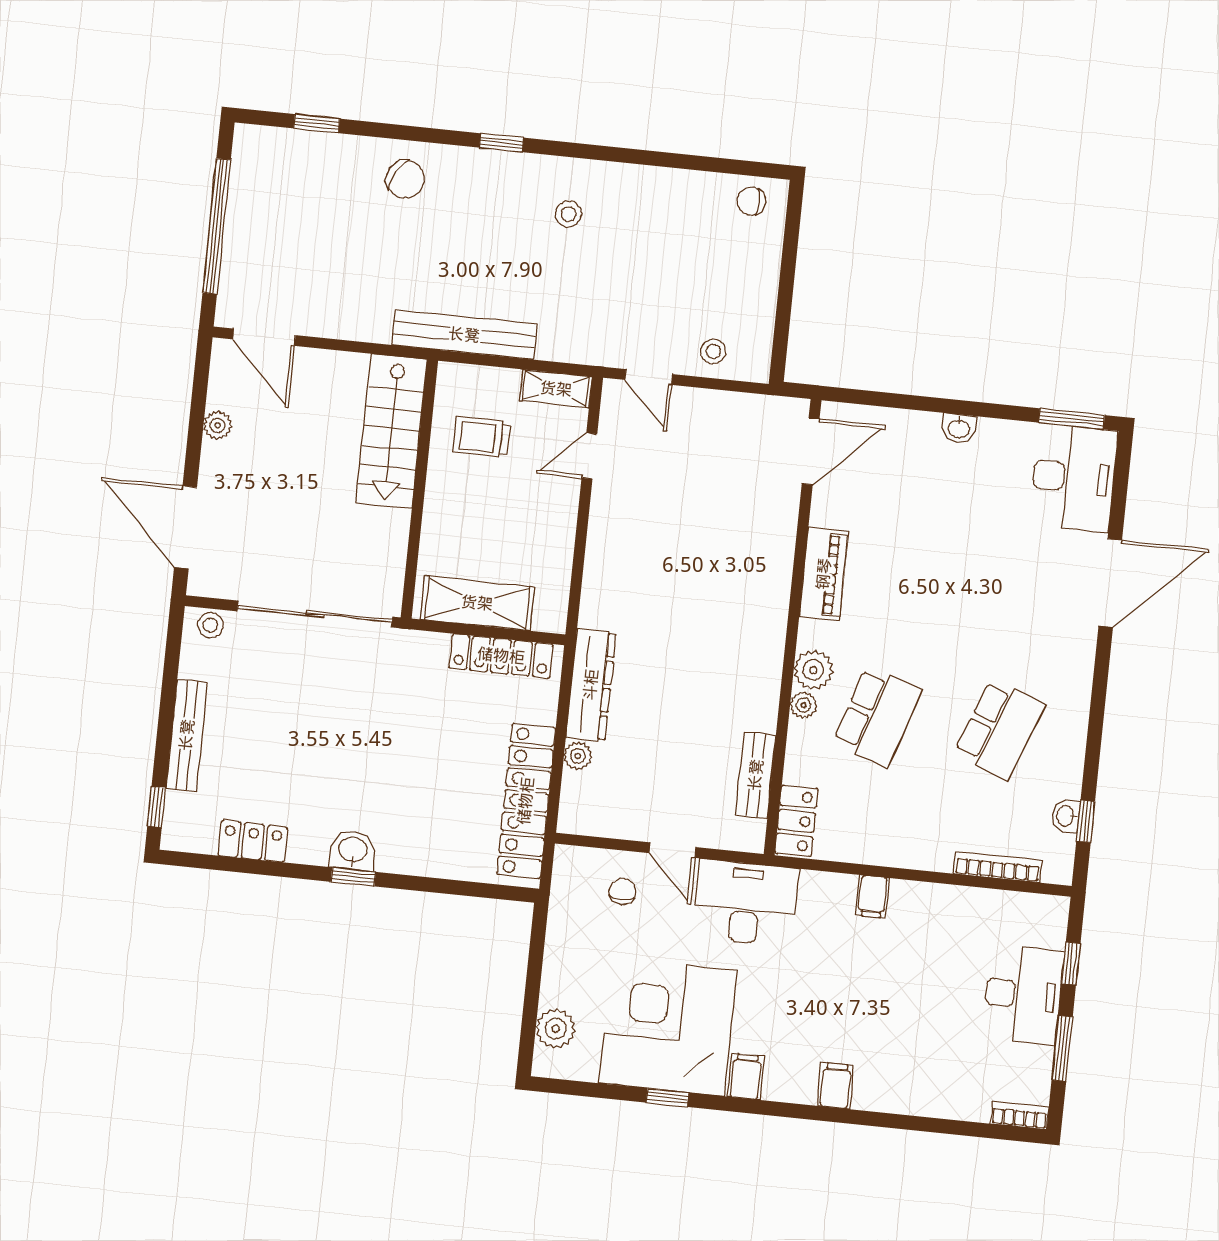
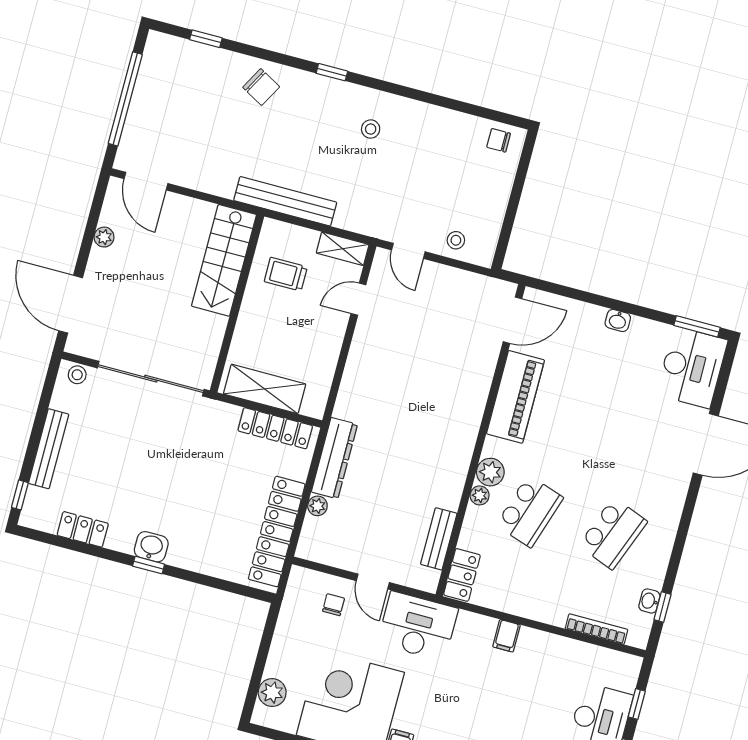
piano: (824, 574) -> (515, 397), width x1.37, depth x1.33

